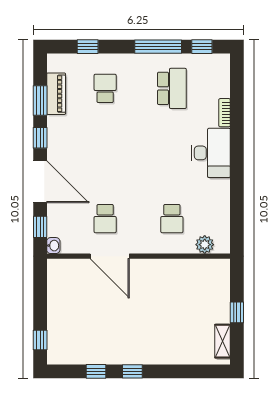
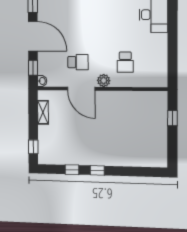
school desk: (105, 219) -> (78, 62), turned -90
plant: (205, 245) -> (104, 81), moved
window: (237, 312) -> (172, 118), moved
shelving: (223, 341) -> (43, 112), moved

